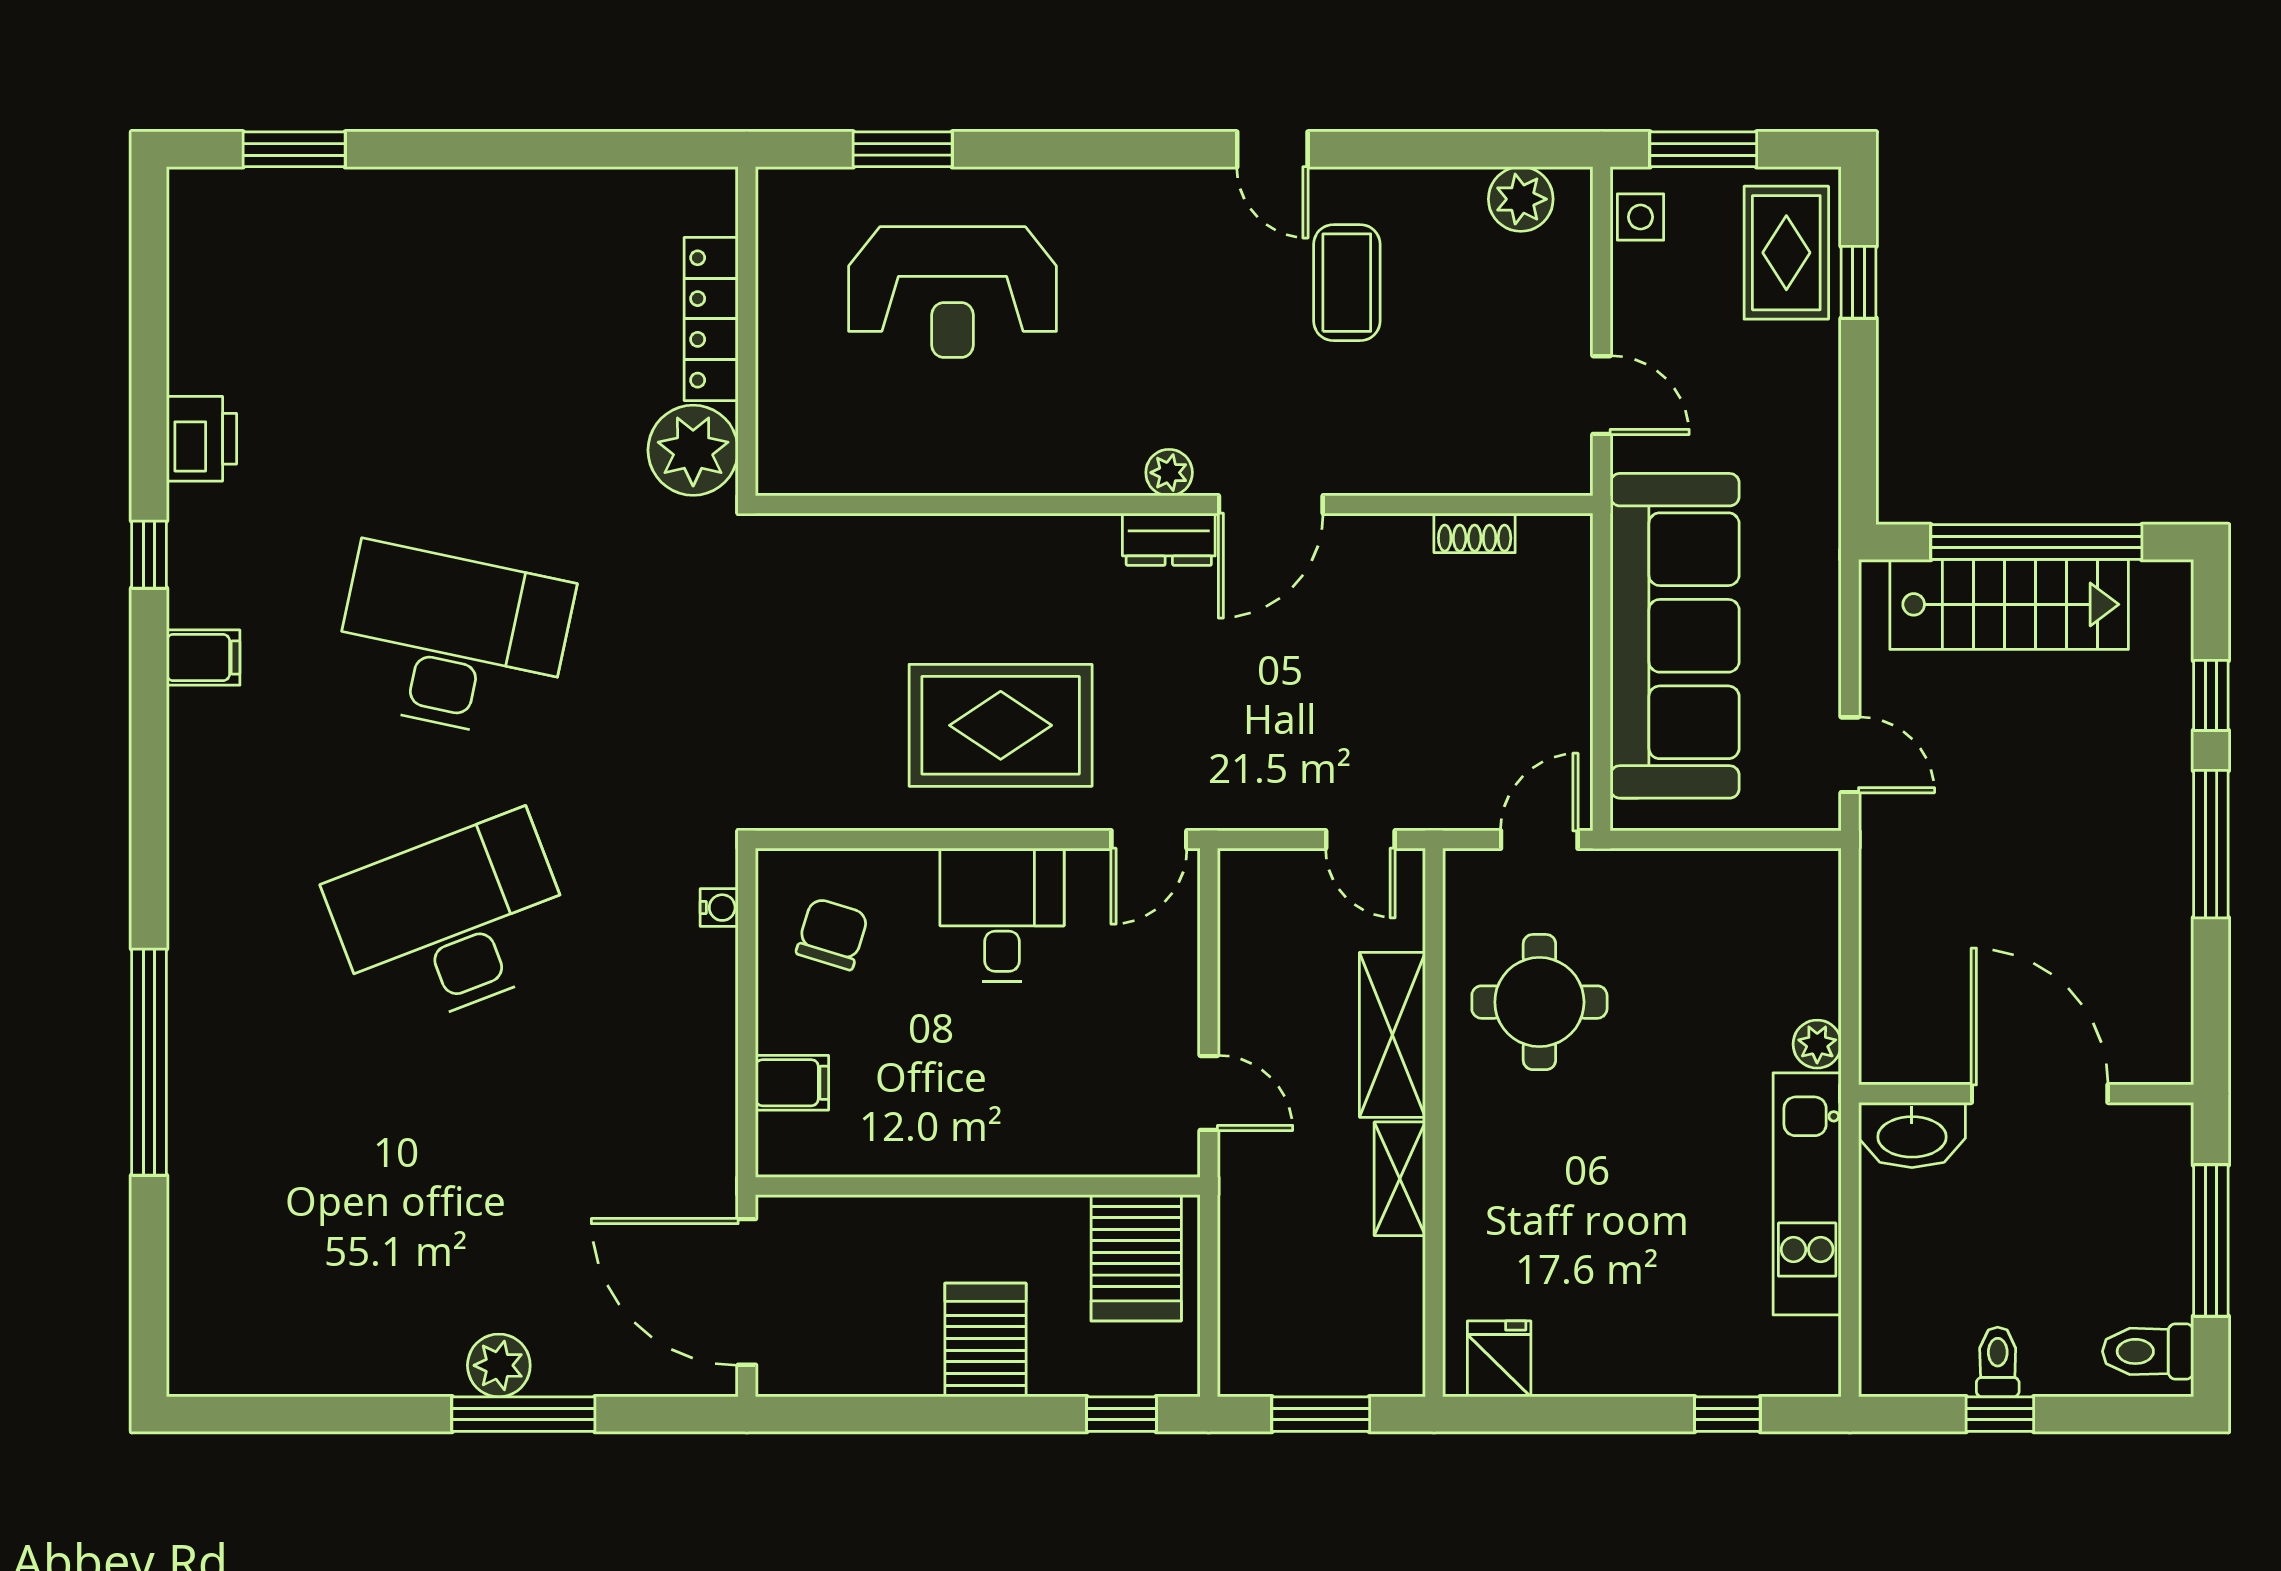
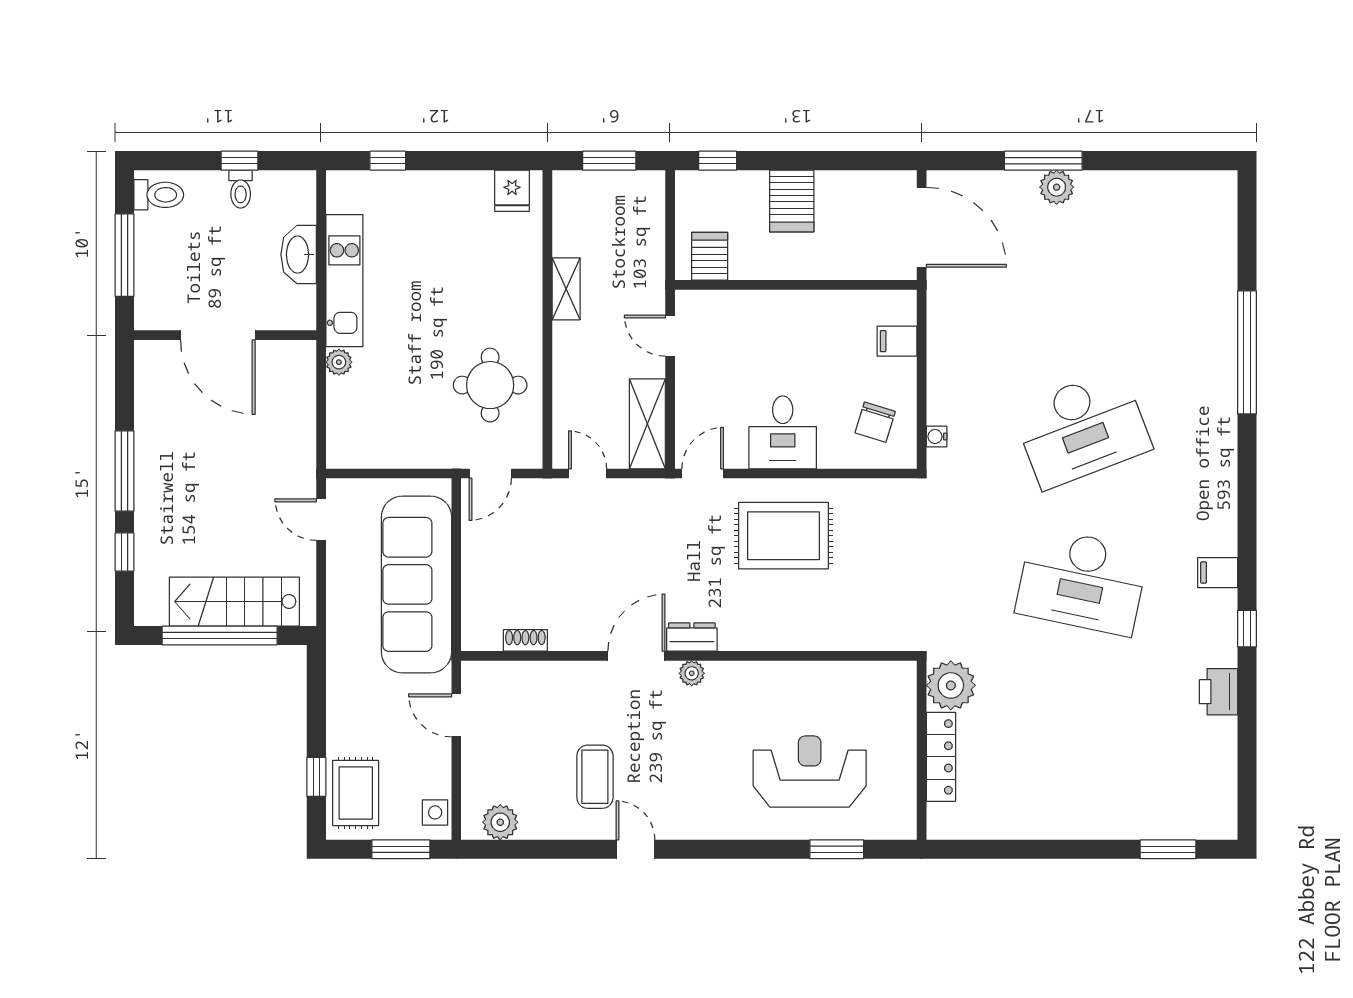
shelving: (1392, 1035) -> (647, 424), moved
washbasin: (1912, 1135) -> (299, 255), moved, turned -90
server rack: (1136, 1258) -> (710, 256), width x0.73, depth x0.70

